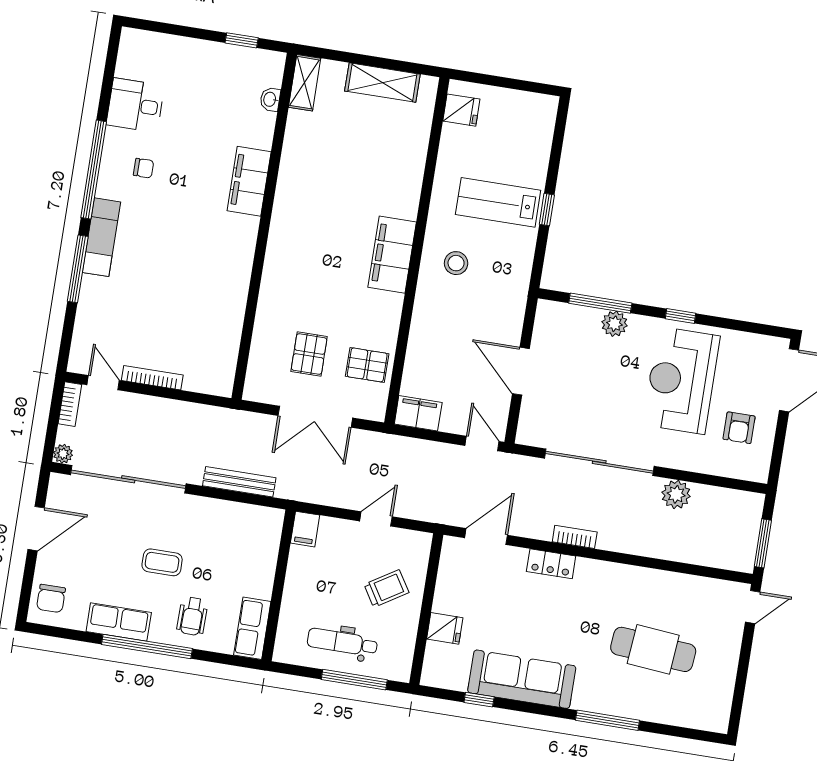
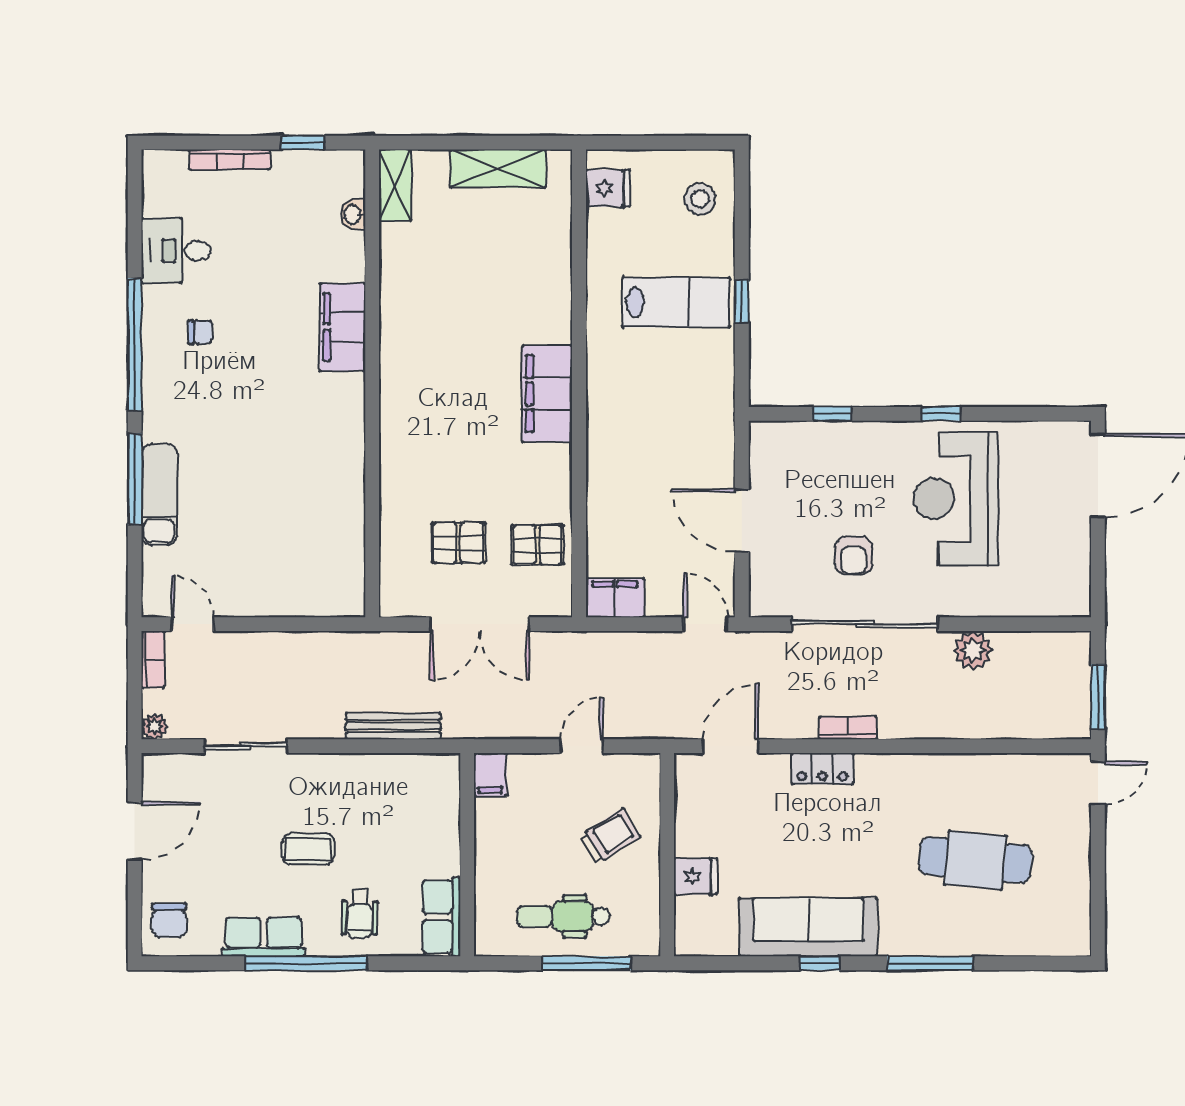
lab bench: (498, 202) -> (676, 302), turned 180
exam couch: (101, 237) -> (159, 494), moved
stool: (456, 263) -> (700, 199), moved
window: (600, 303) -> (832, 414), width x0.46
plant: (614, 324) -> (855, 438), removed
pallet: (309, 354) -> (458, 543), turned 90
bookcase: (152, 378) -> (230, 160), moved, turned 180
armchair: (739, 428) -> (854, 556), moved
sliding door: (128, 479) -> (246, 746), width x0.54
window: (479, 700) -> (820, 963), moved

